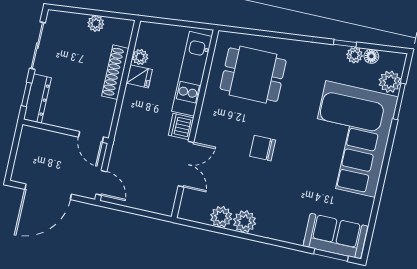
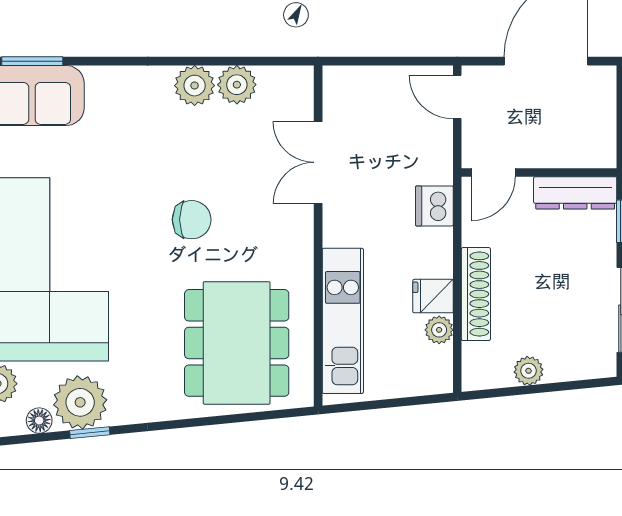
plant: (354, 55) -> (80, 402), width x1.88, depth x1.88
dining table: (253, 75) -> (237, 343), width x1.38
dresser: (37, 99) -> (575, 193), moved, turned -90
dishwasher: (181, 127) -> (434, 206), moved, turned 180
door: (91, 137) -> (493, 173), swing flipped

